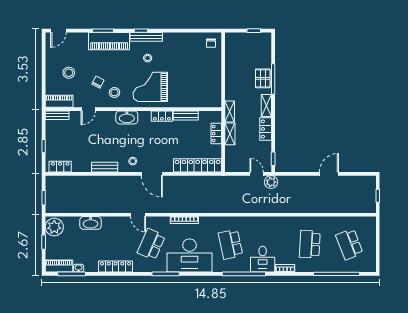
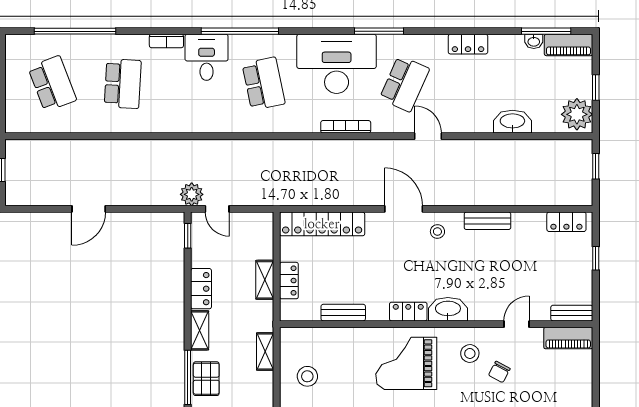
stool: (69, 73) -> (307, 376), moved
grand piano: (150, 87) -> (406, 363), turned 180
shelving: (230, 111) -> (265, 351), moved
locker: (162, 116) -> (408, 312), moved
locker: (116, 267) -> (468, 44), width x0.66

